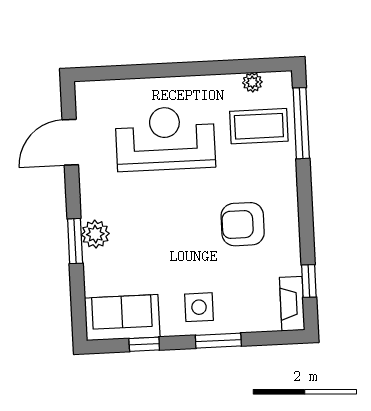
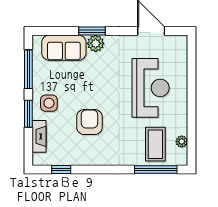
armchair: (243, 224) -> (89, 122), moved
fireplace: (292, 304) -> (39, 136), moved, turned 90
sofa: (122, 318) -> (64, 48), moved, turned 90
window: (144, 344) -> (28, 69), width x2.17

